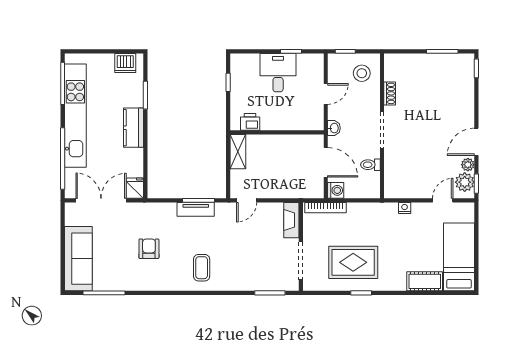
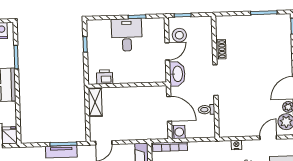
stool: (362, 73) -> (179, 35), moved
washbasin: (334, 128) -> (177, 74), width x1.91, depth x1.45

